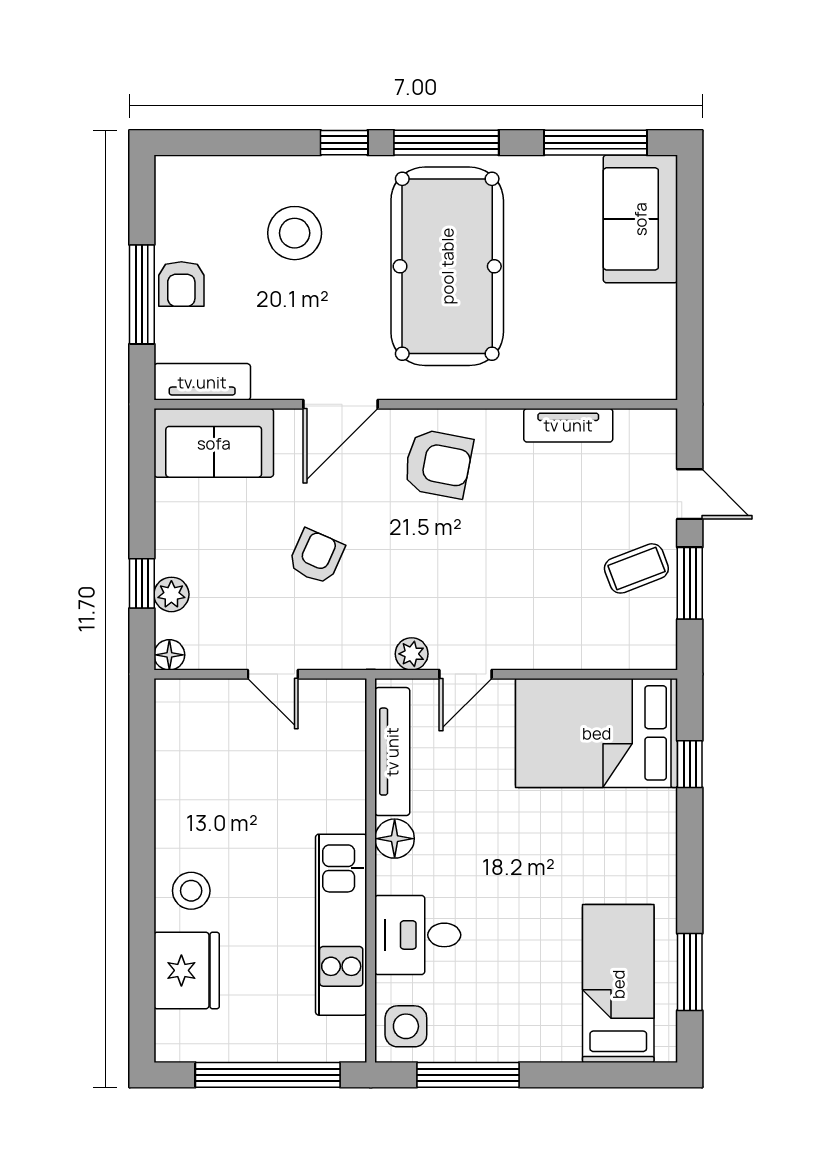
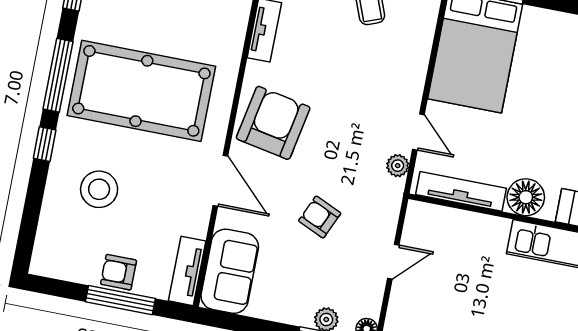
armchair: (181, 284) -> (119, 272), turned 180
armchair: (438, 464) -> (273, 123), width x1.36, depth x1.36
floor lamp: (395, 839) -> (526, 197), width x1.38, depth x1.38

